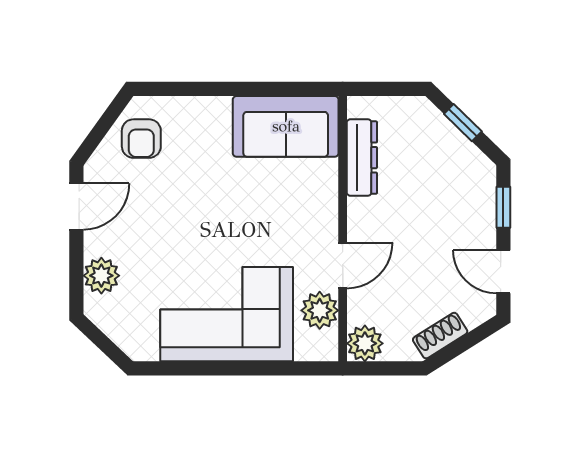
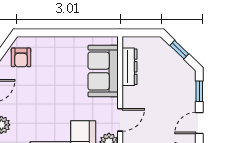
sofa: (286, 126) -> (103, 71), moved, turned 90
door: (503, 272) -> (199, 123), hinge flipped

